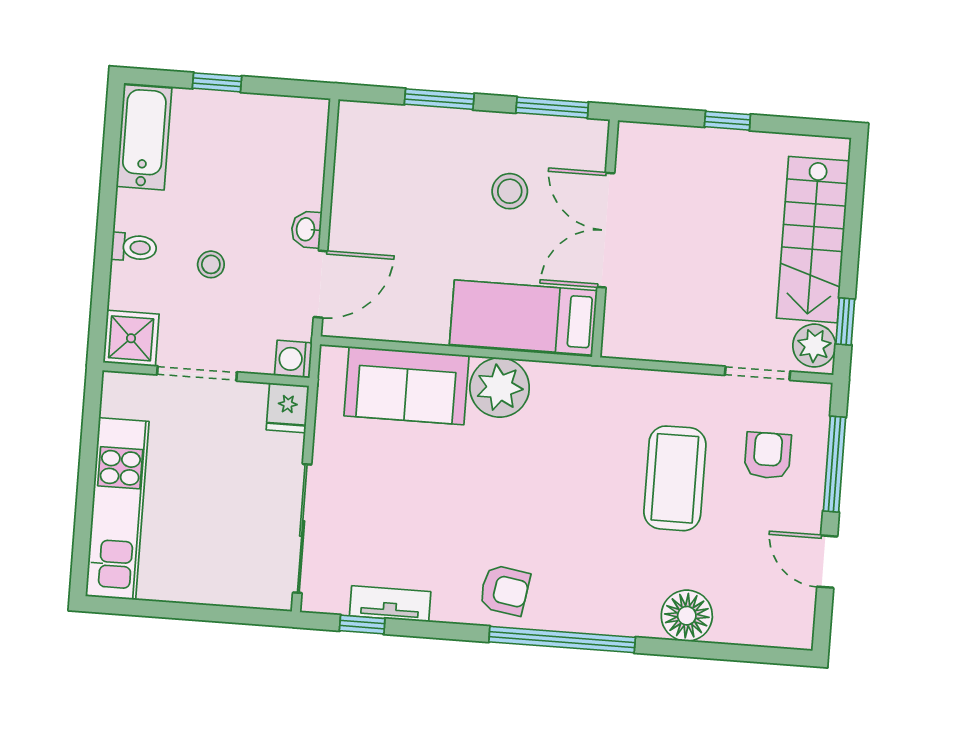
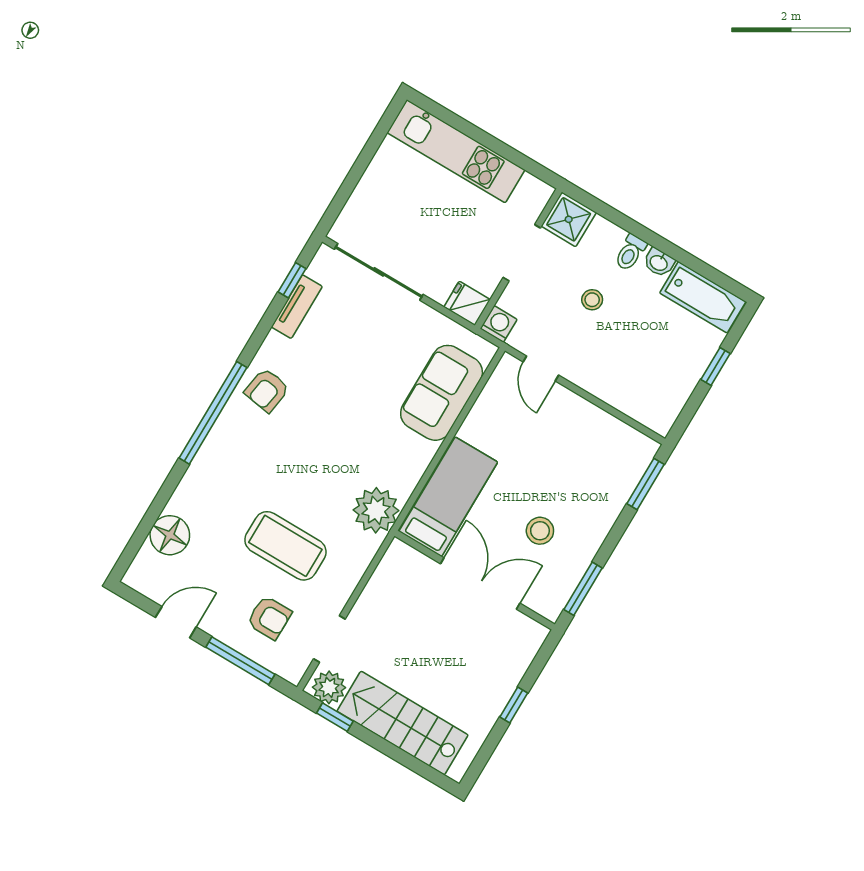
window: (439, 99) -> (645, 484), moved
washbasin: (306, 229) -> (659, 262), moved, turned 180
door: (321, 284) -> (541, 368), width x0.73
plant: (500, 387) -> (376, 510), moved
floor lamp: (687, 616) -> (170, 535), moved

